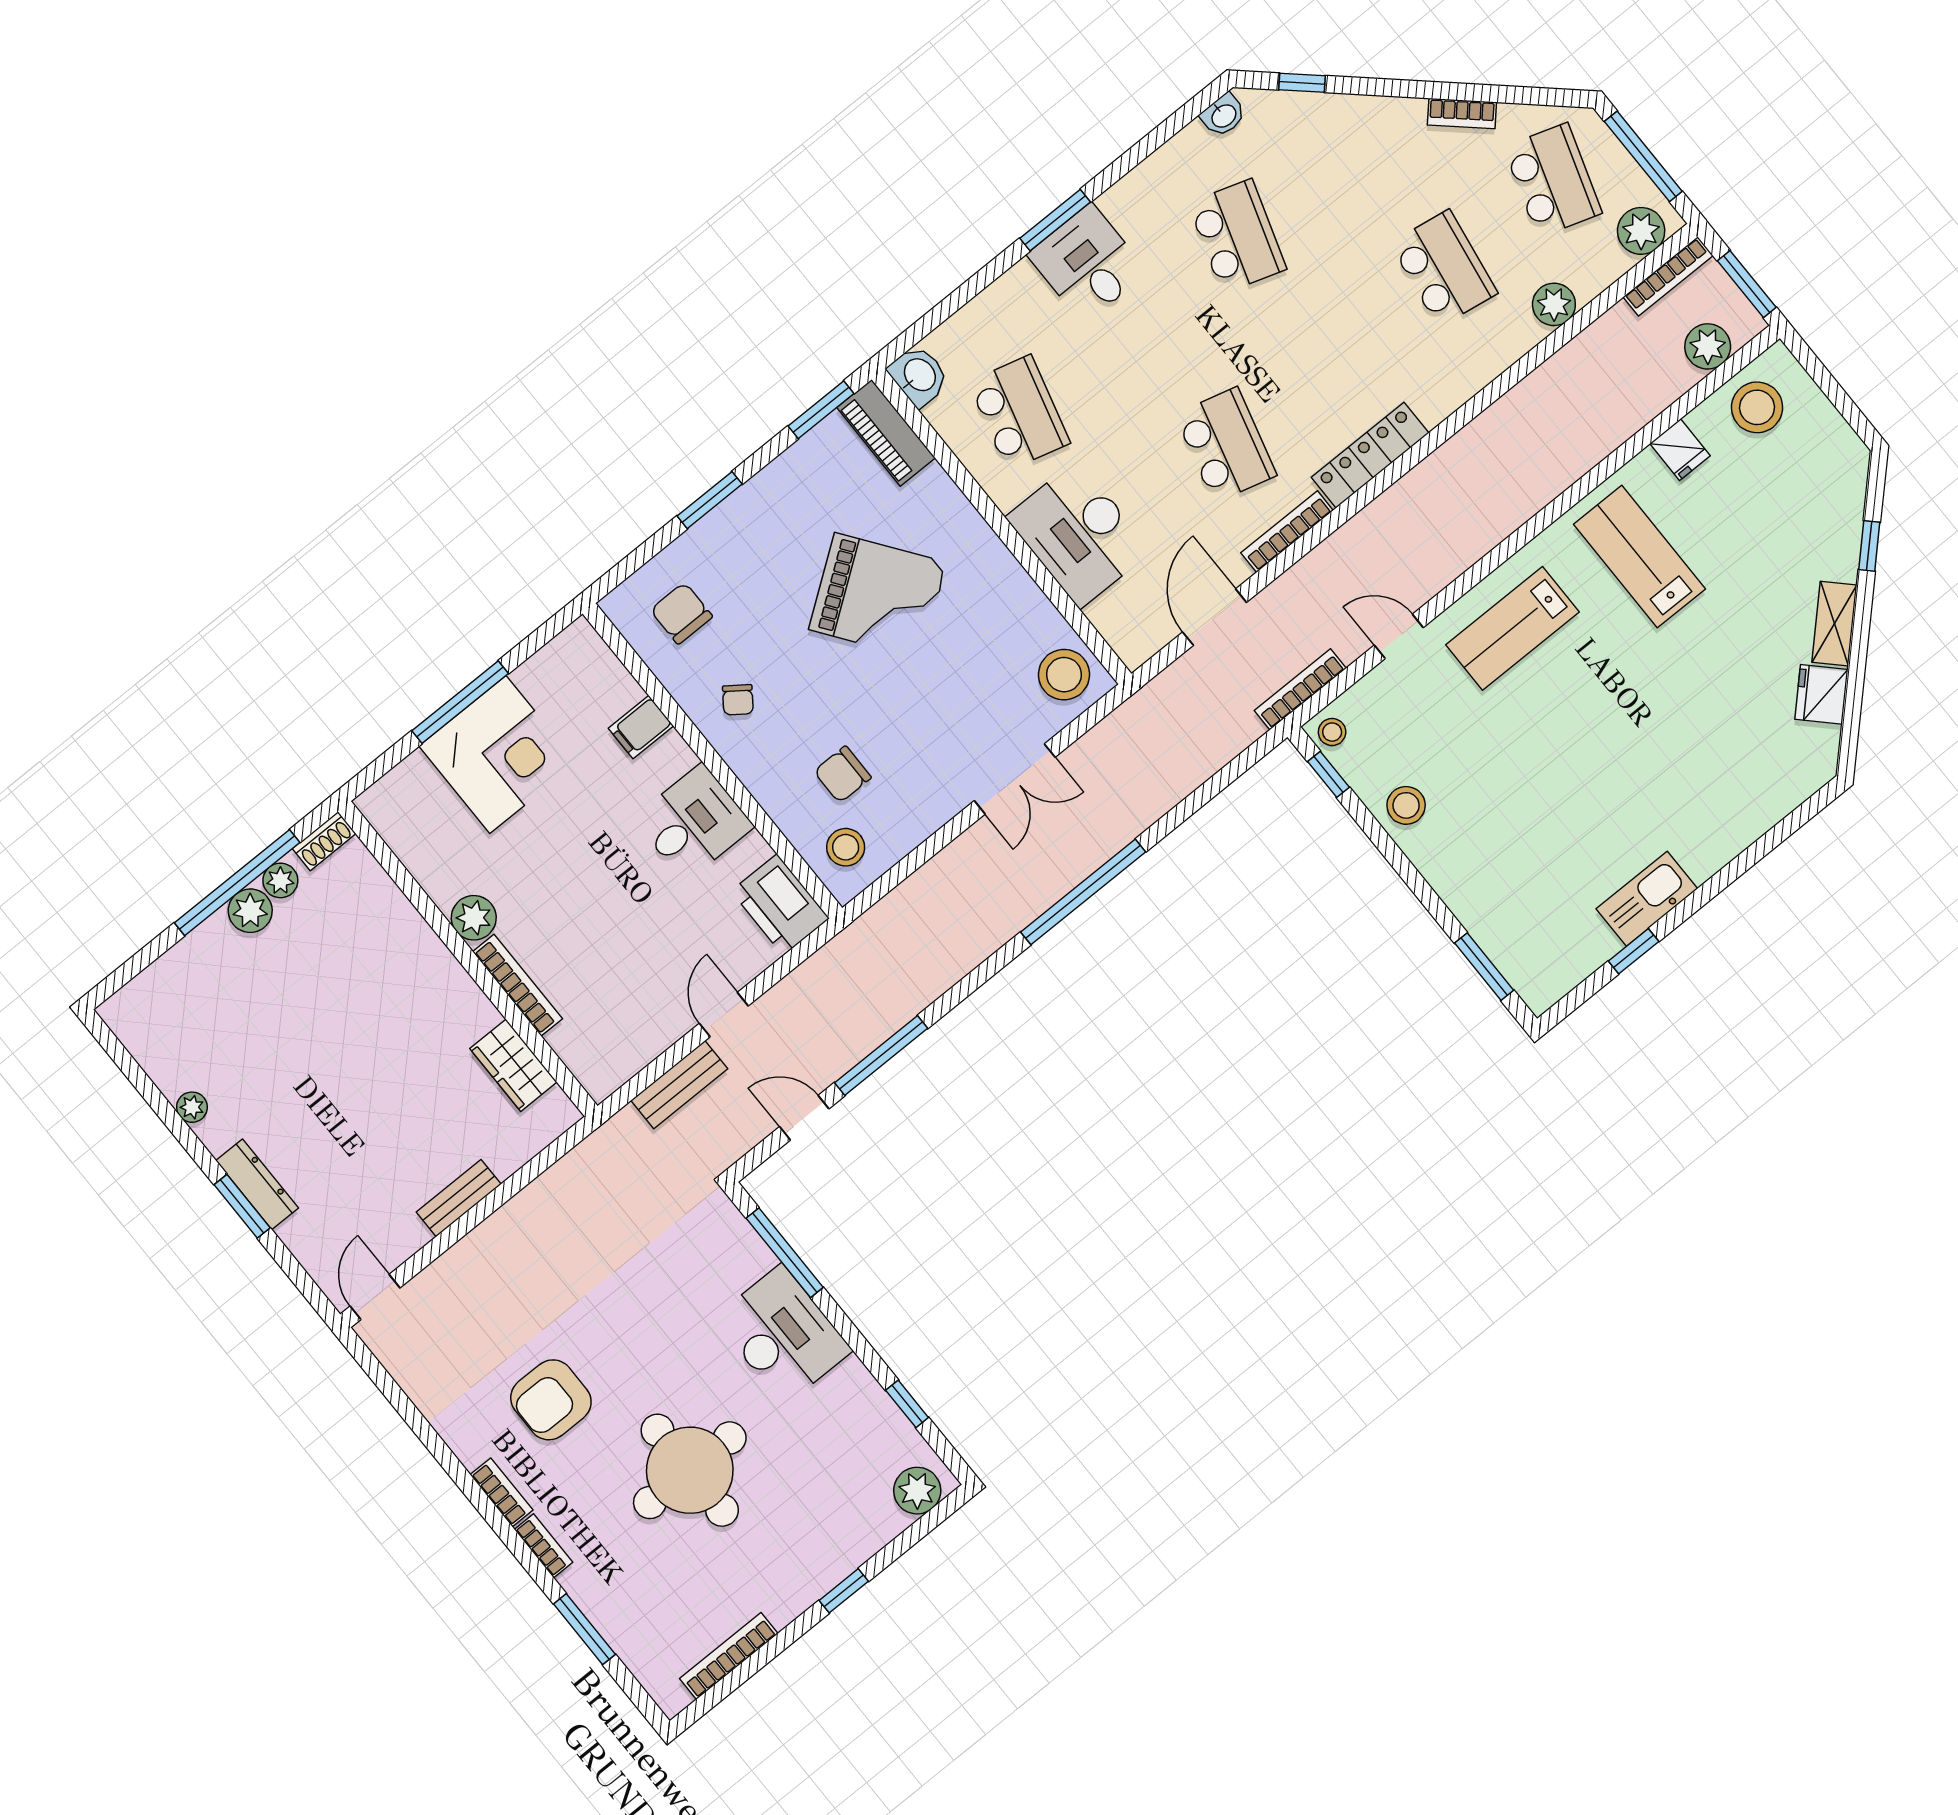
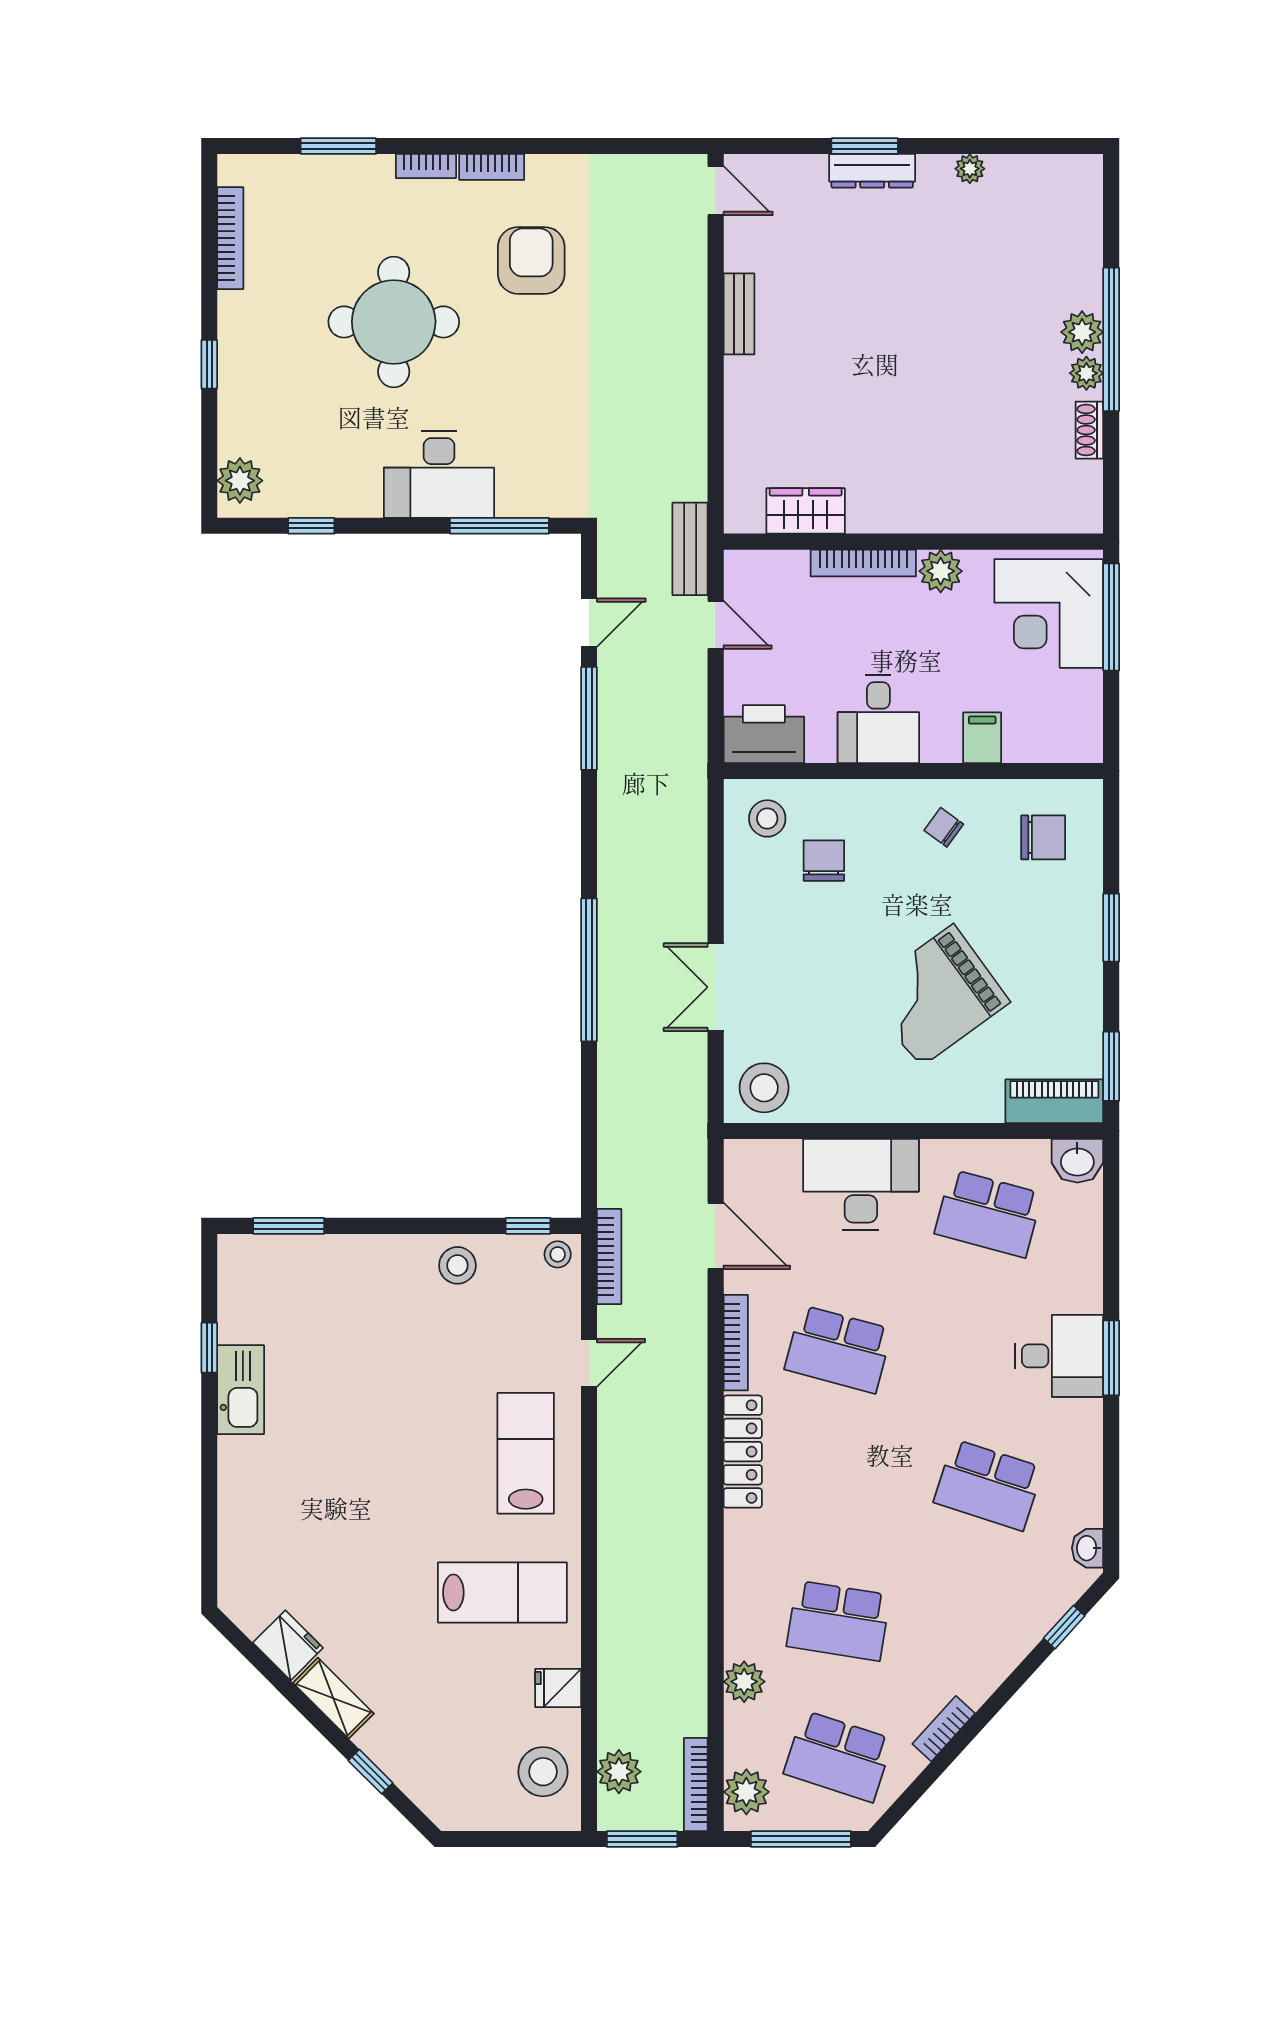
plant: (474, 918) -> (941, 571), moved
wall: (468, 959) -> (913, 542), moved
bookcase: (518, 985) -> (863, 563), moved
wardrobe: (513, 1065) -> (806, 511), moved

